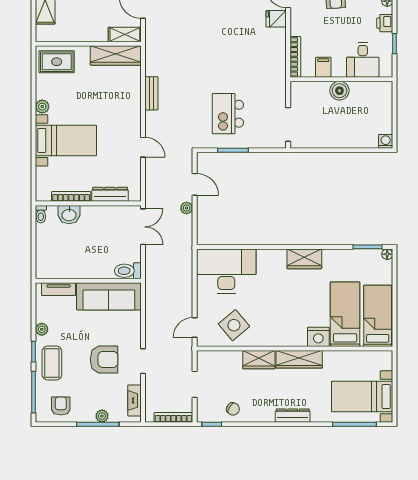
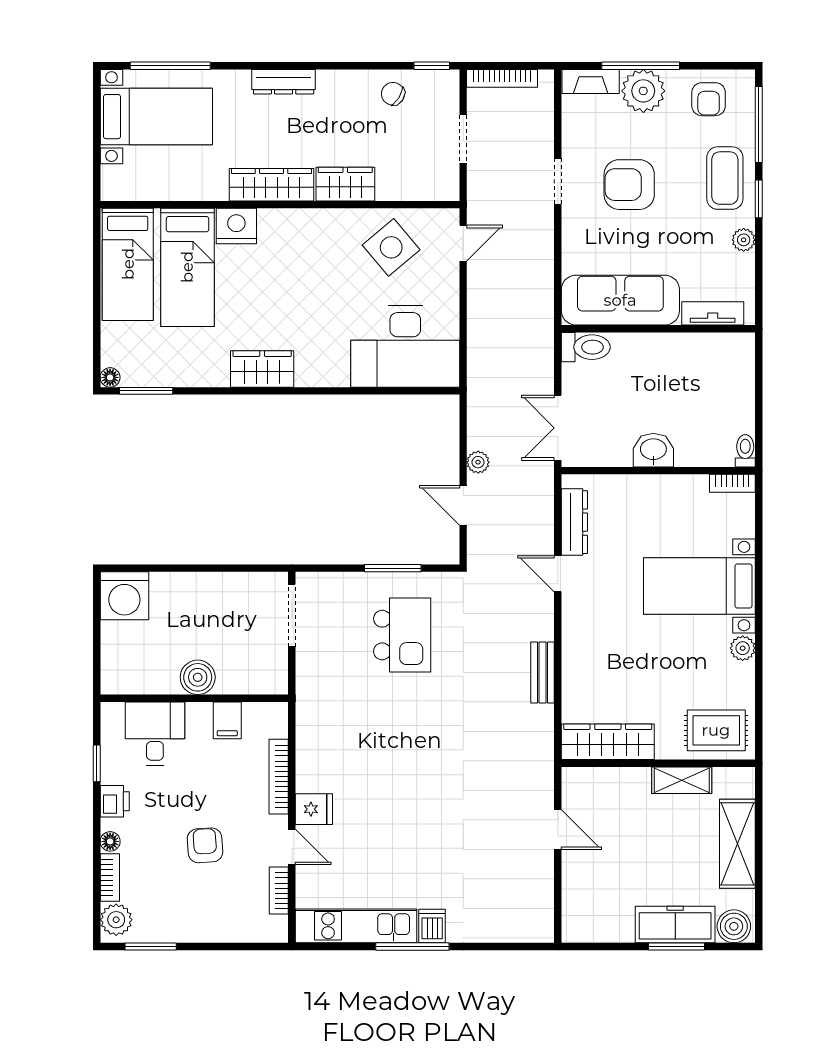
shelving: (125, 35) -> (682, 780), moved
bookcase: (295, 57) -> (279, 777), moved
washing machine: (386, 141) -> (124, 596), width x1.89, depth x1.89
dresser: (110, 194) -> (574, 522), moved, turned -90
bookcase: (71, 196) -> (732, 483), moved, width x0.64
washbasin: (69, 215) -> (653, 450), moved
fireplace: (134, 400) -> (591, 81), moved, turned 90
plant: (102, 416) -> (643, 91), width x1.88, depth x1.88

